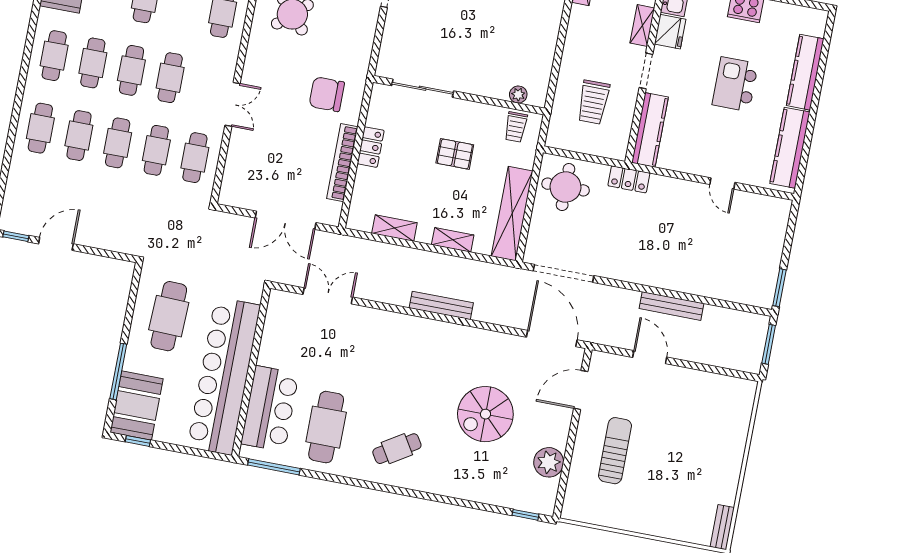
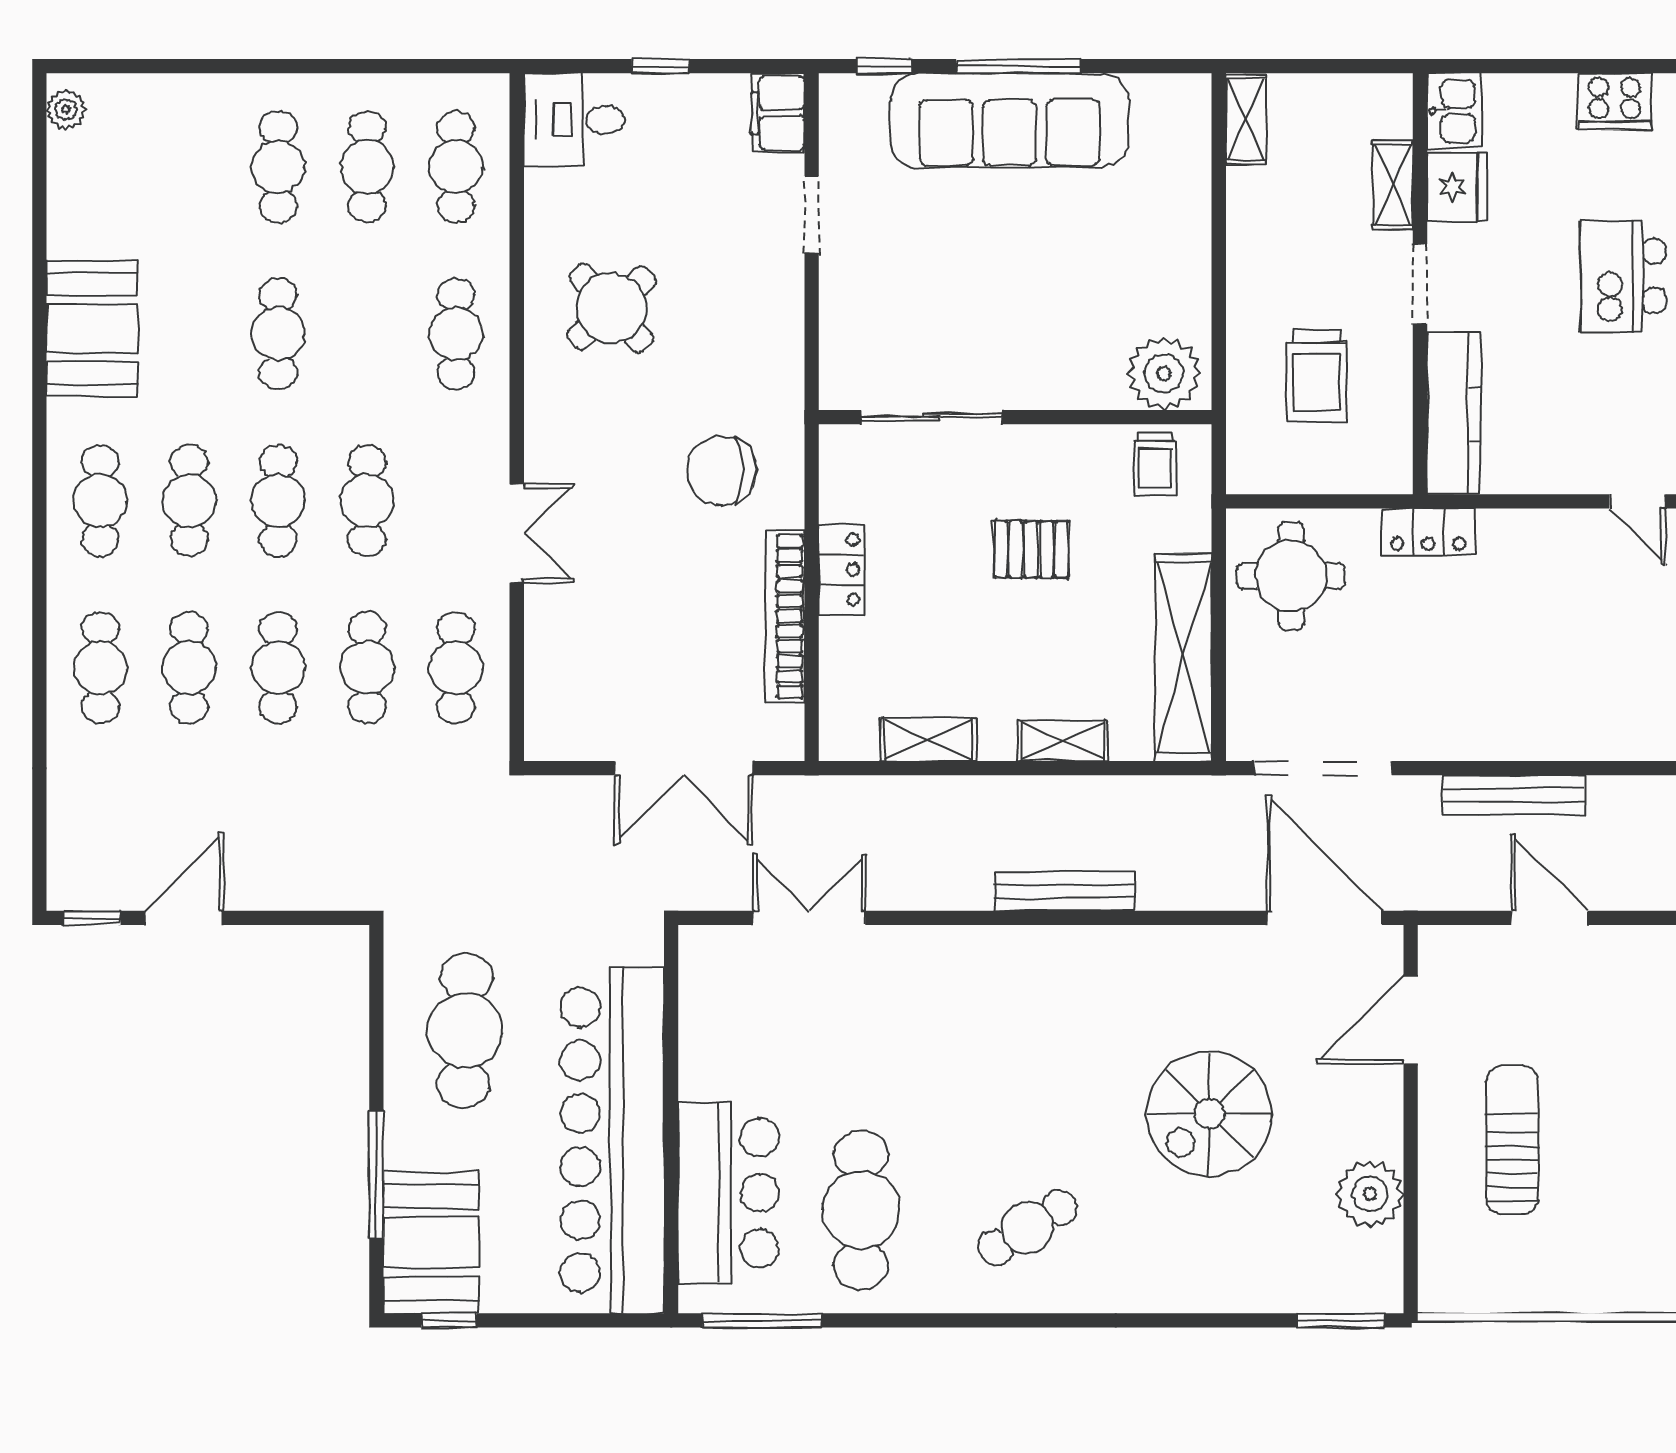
plant: (518, 95) -> (1164, 374), width x1.87, depth x1.87
bench: (671, 306) -> (1514, 795), moved
window: (525, 515) -> (1341, 1320), width x1.50

